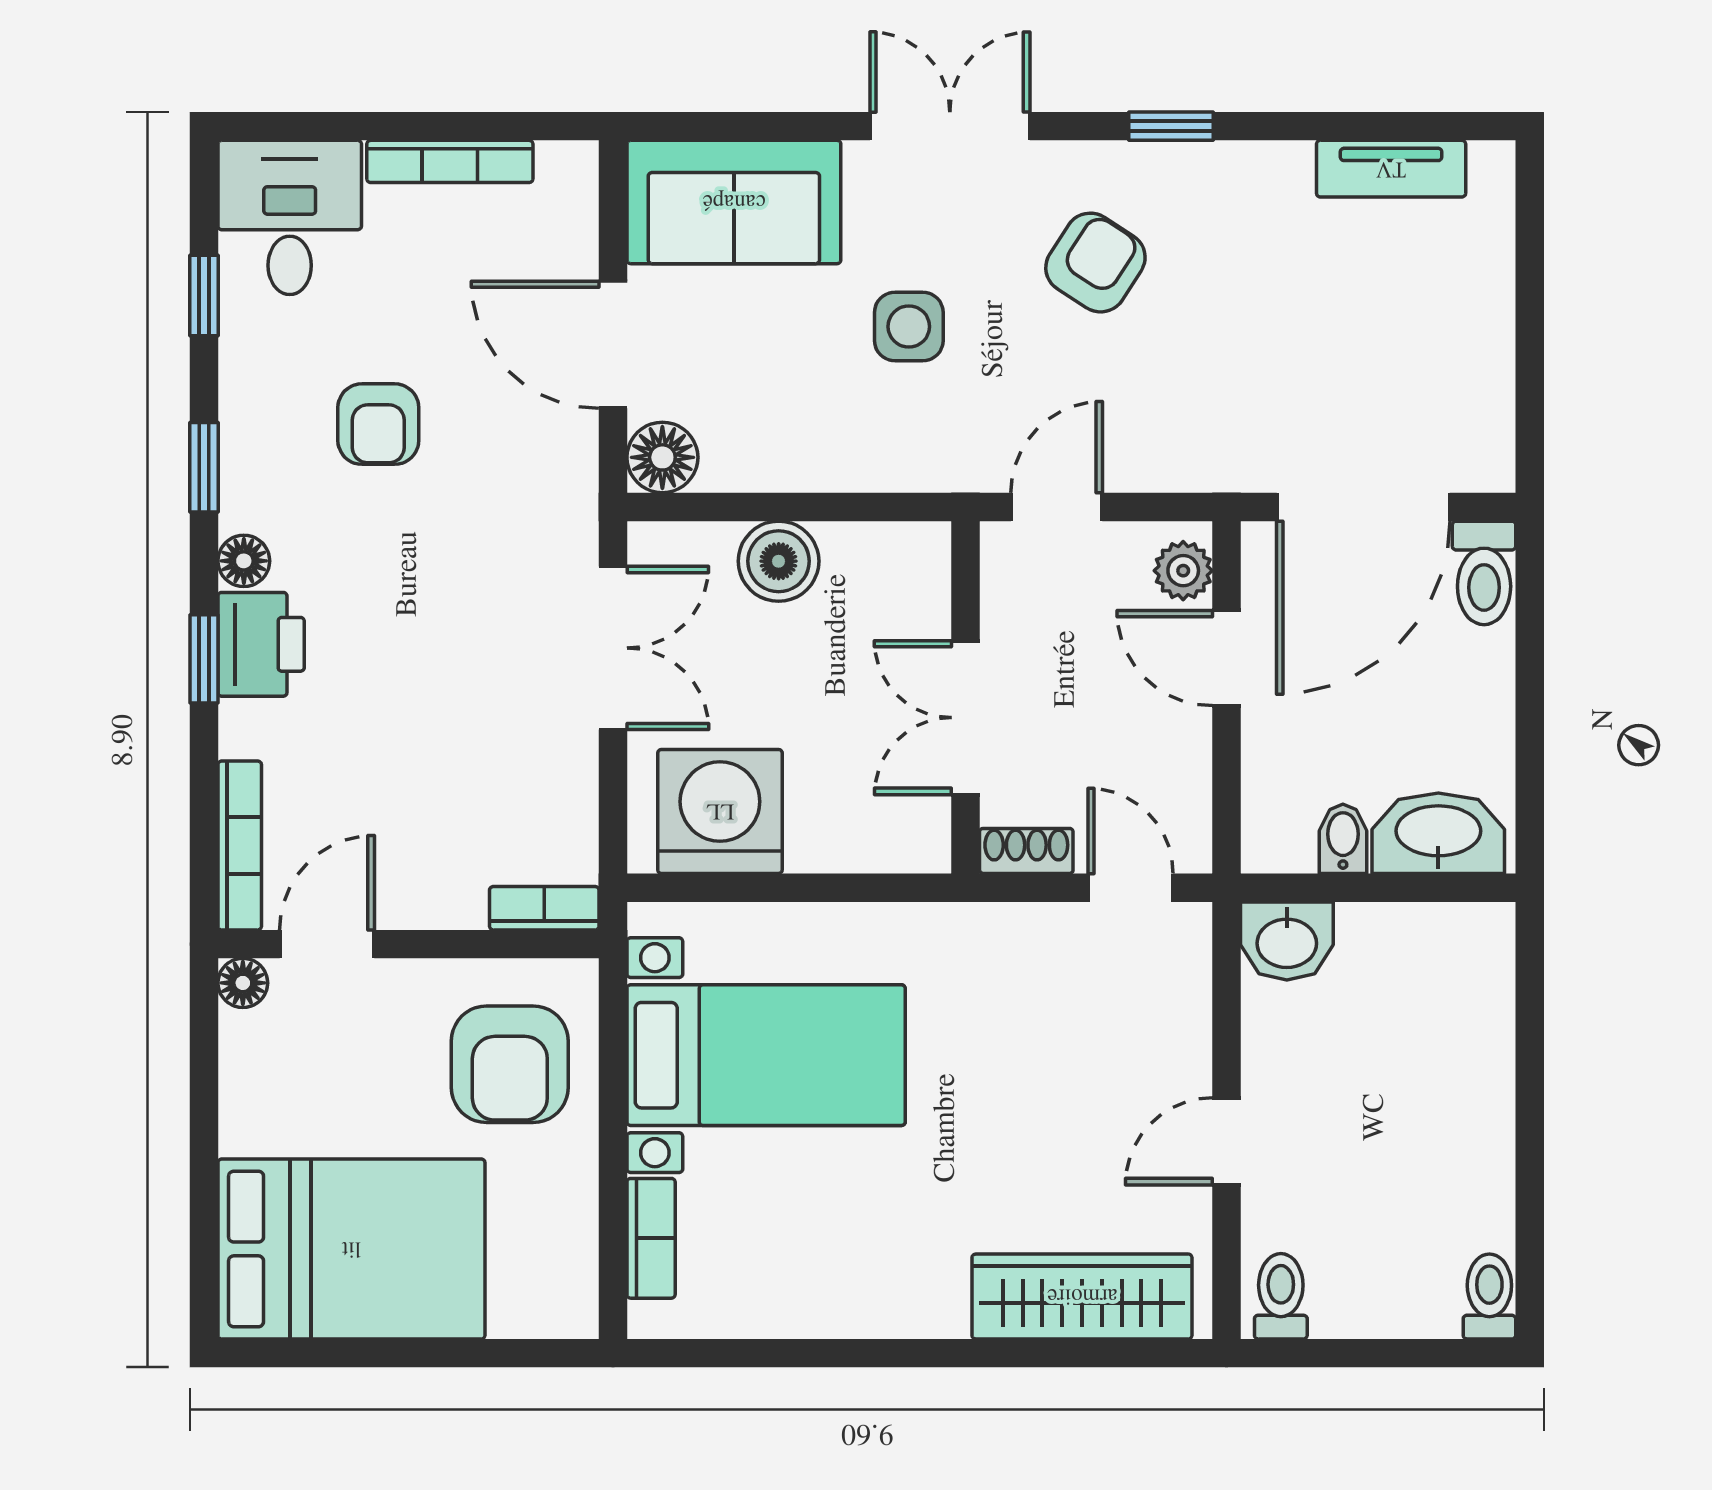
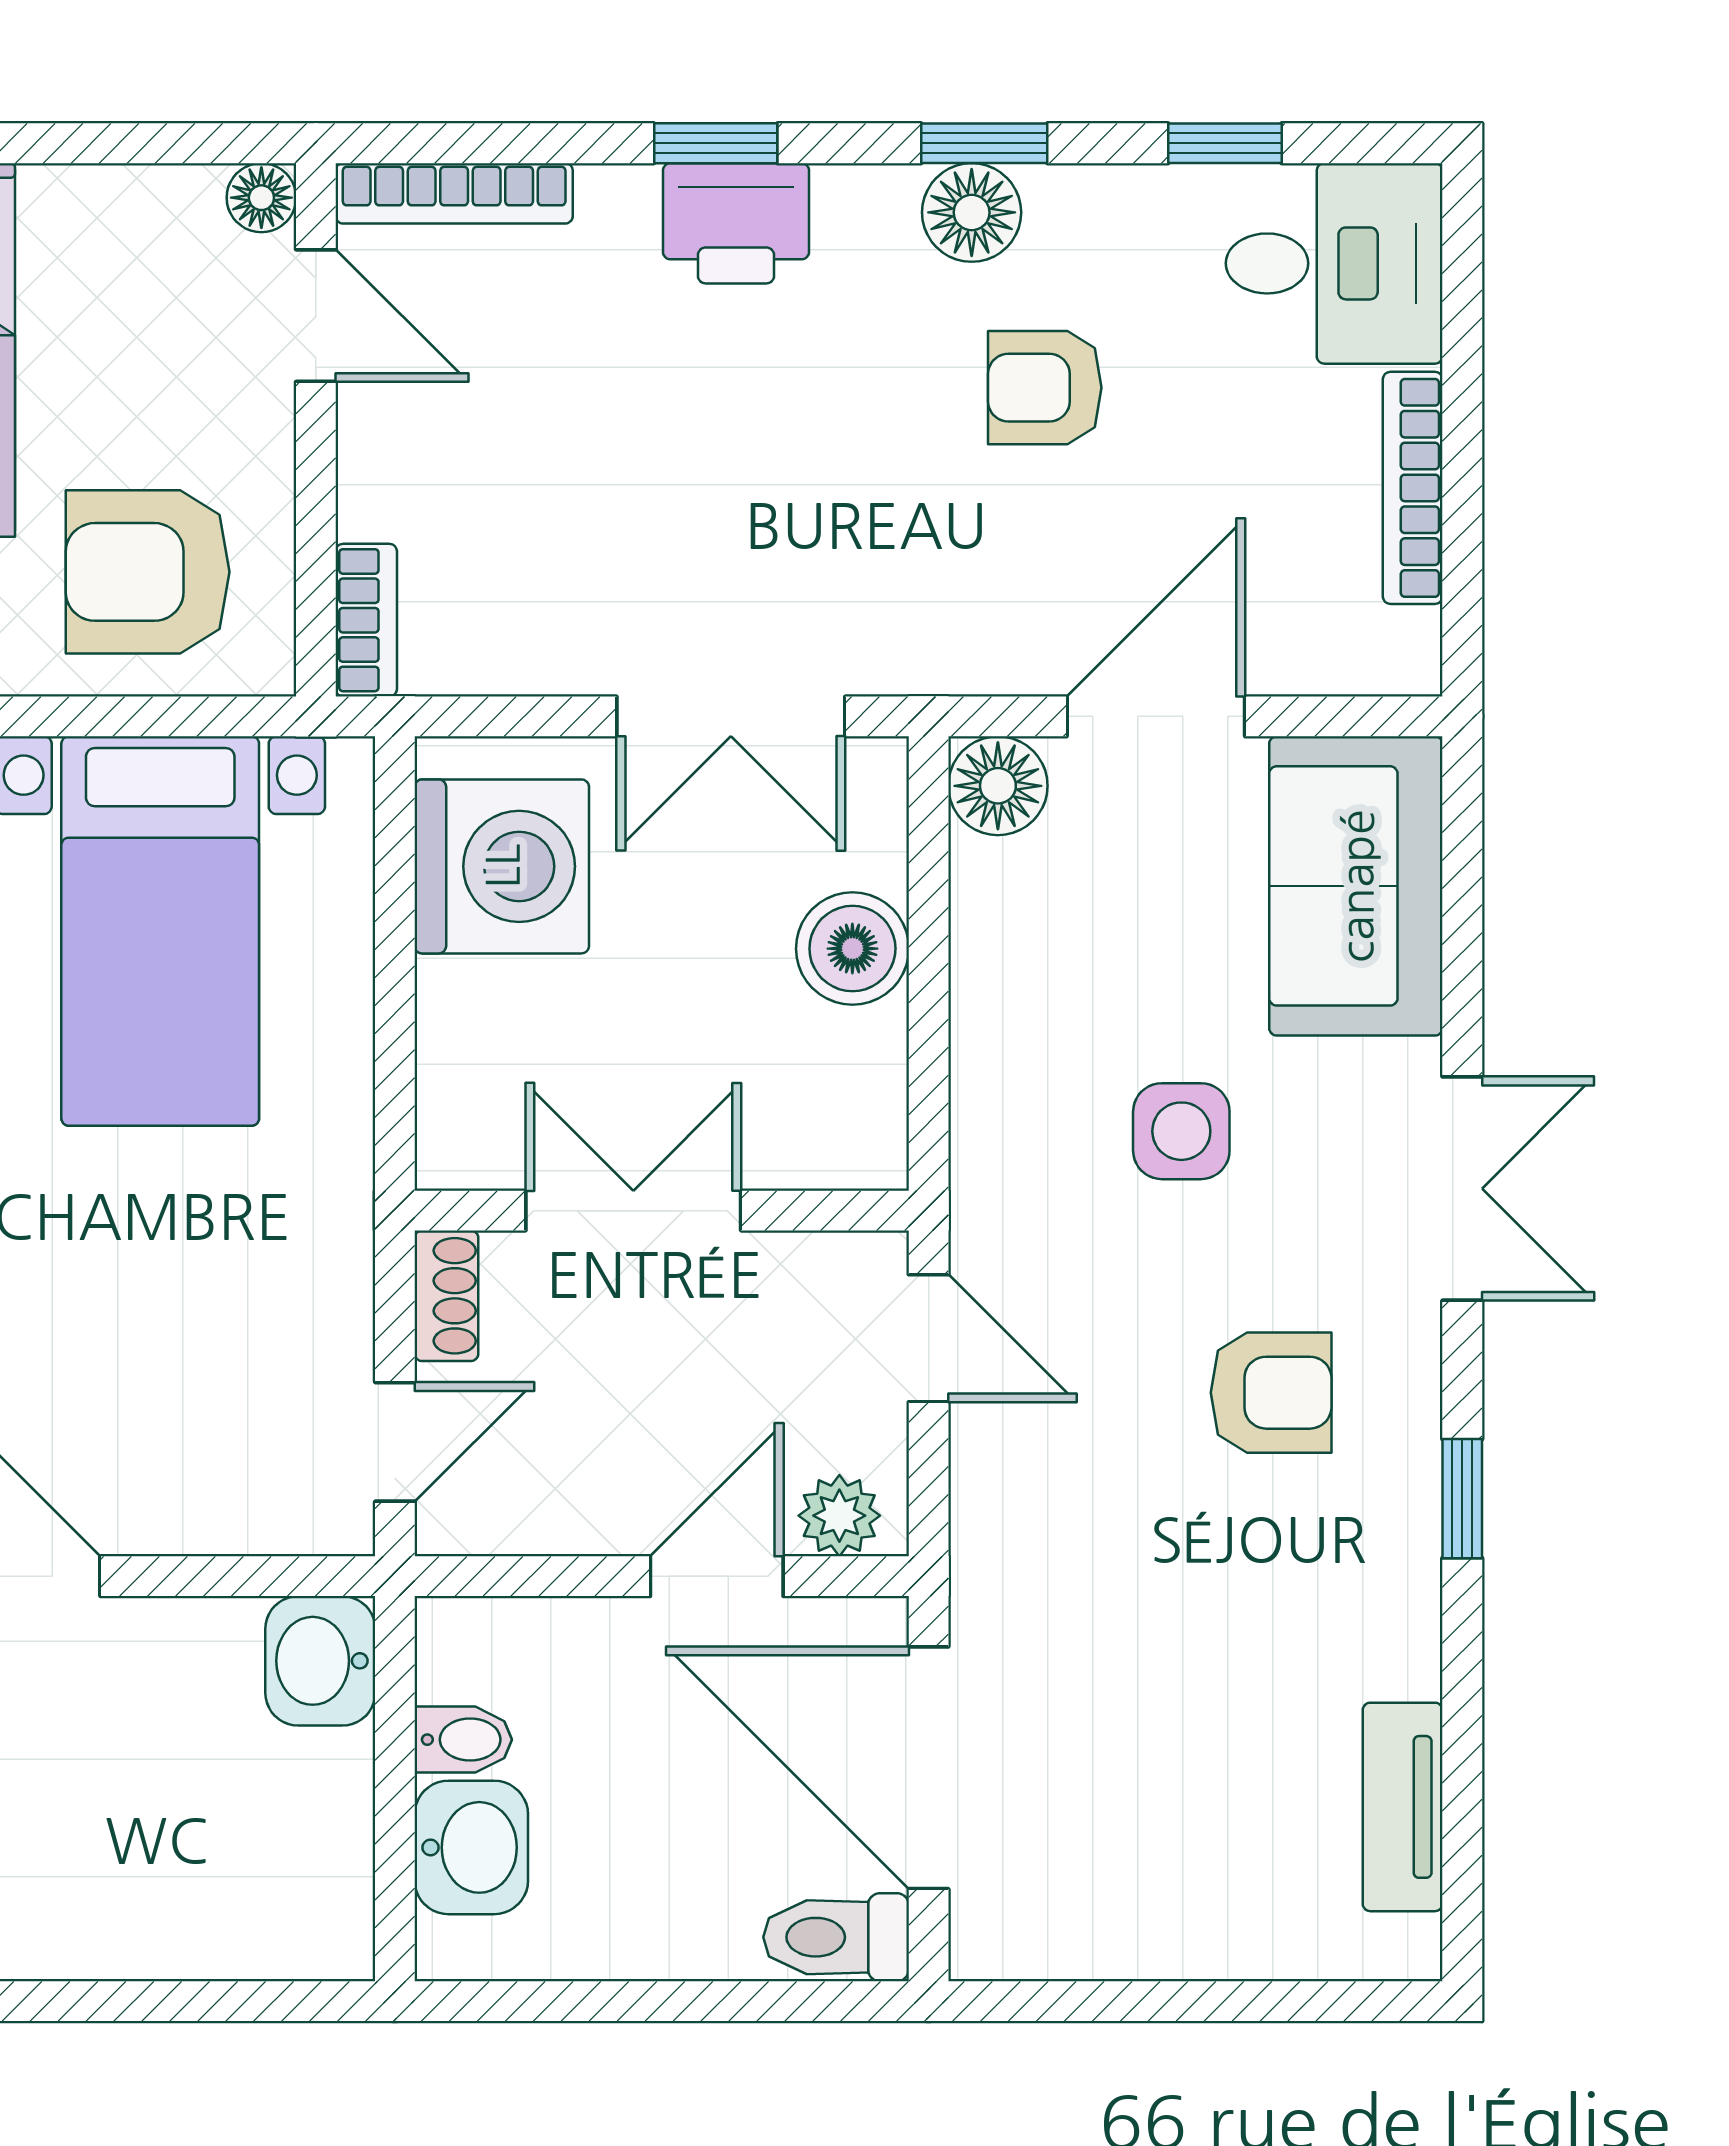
armchair: (1095, 263) -> (1271, 1393), turned -33
floor lamp: (244, 561) -> (972, 212), moved, width x1.37, depth x1.37
washbasin: (1438, 833) -> (471, 1847), width x0.72

